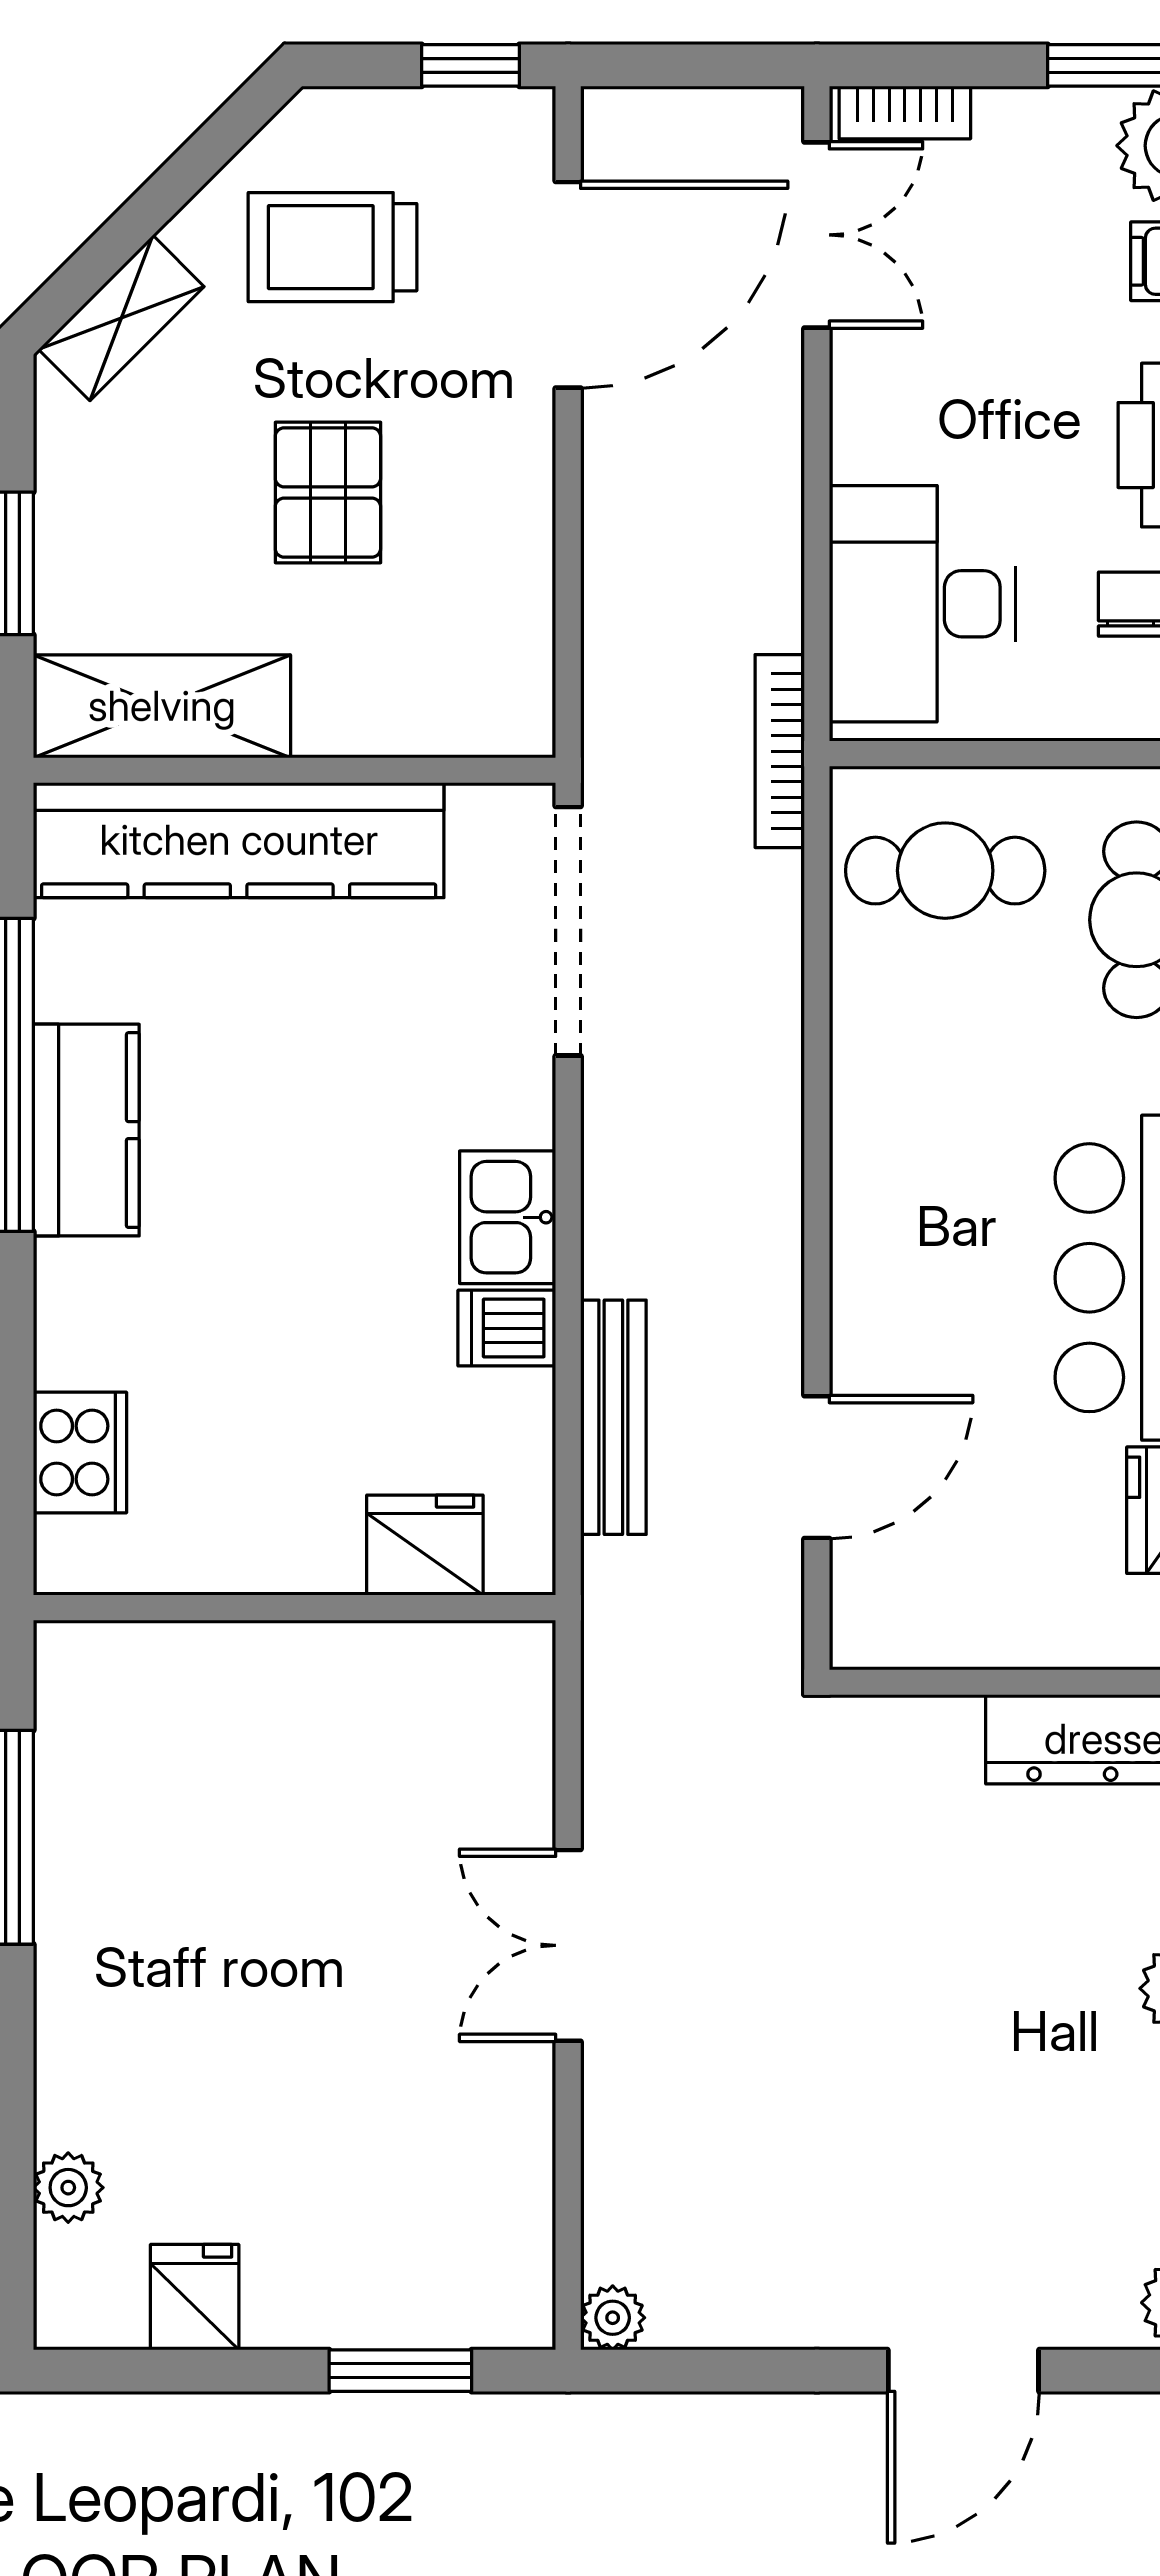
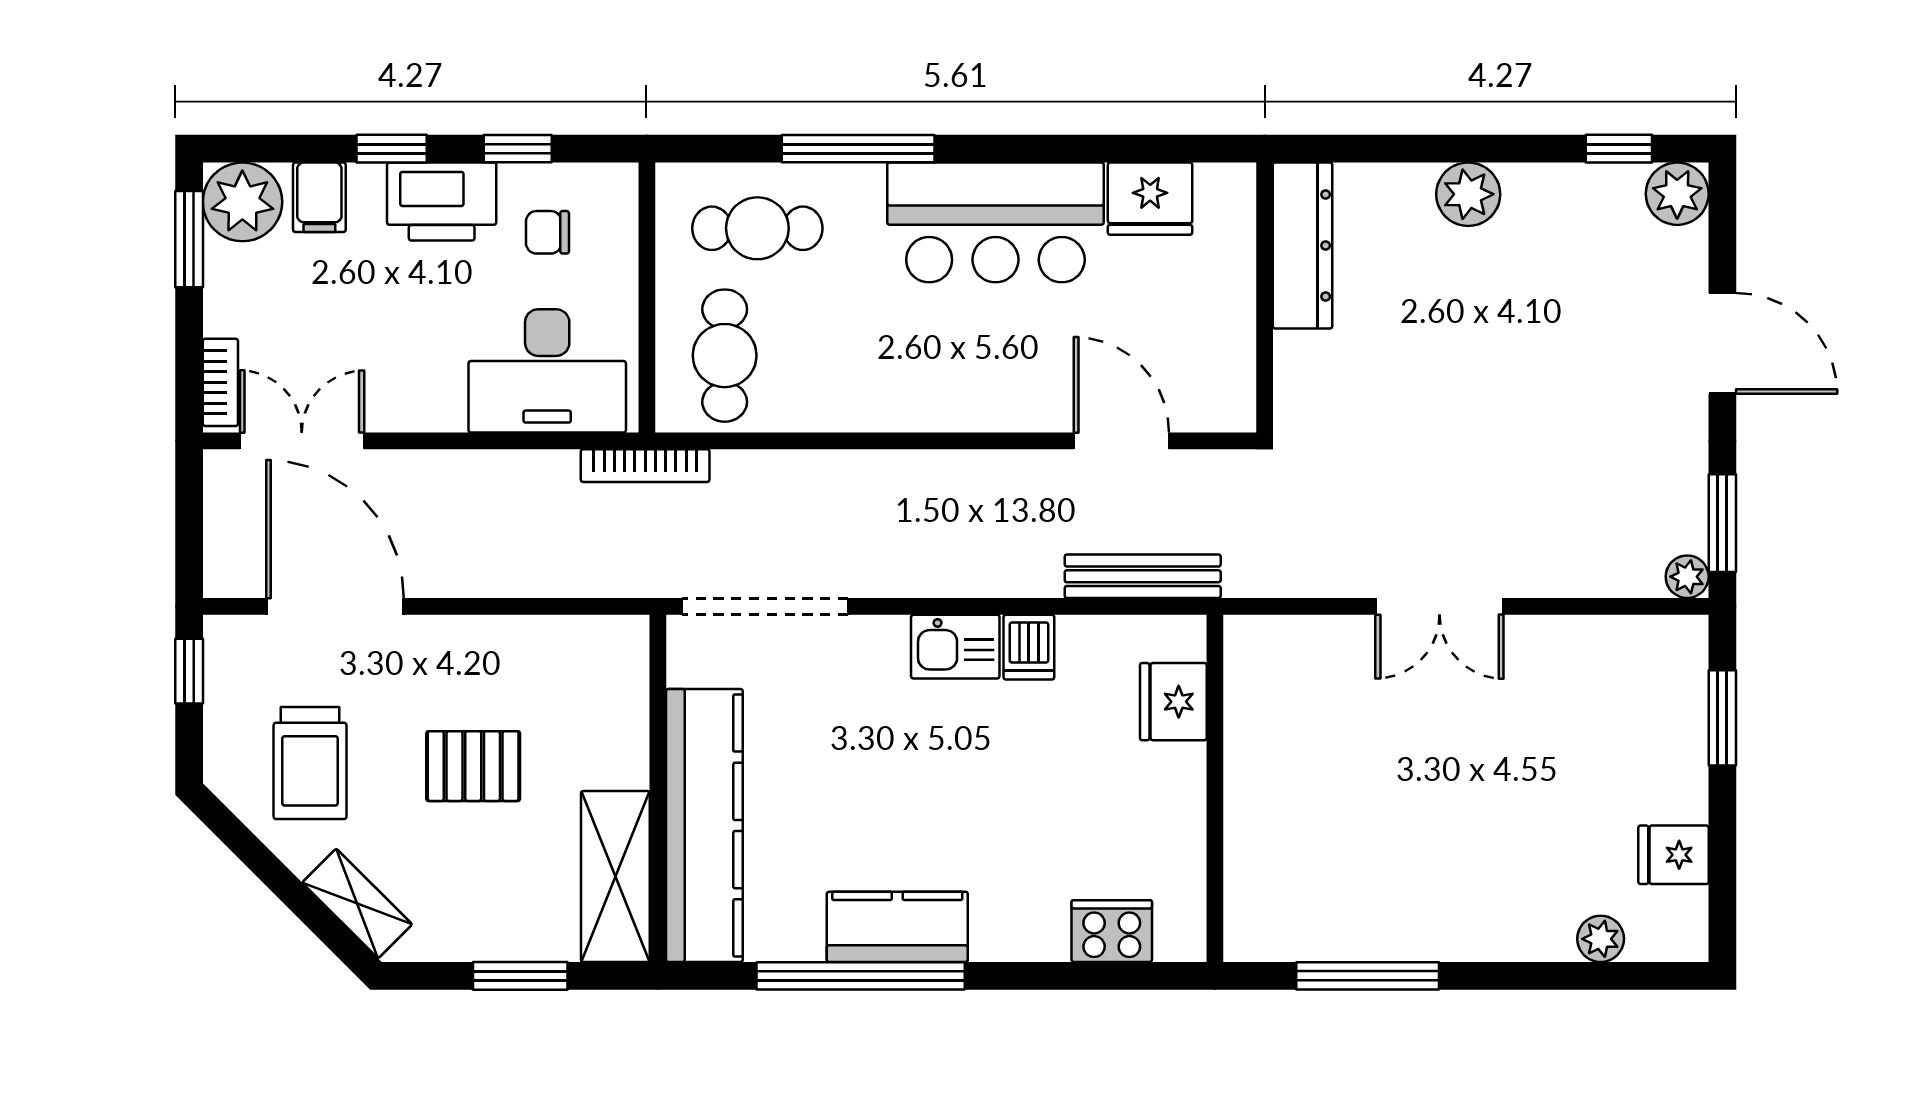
bench: (613, 1417) -> (1143, 576), moved
window: (693, 2371) -> (1722, 523), added

